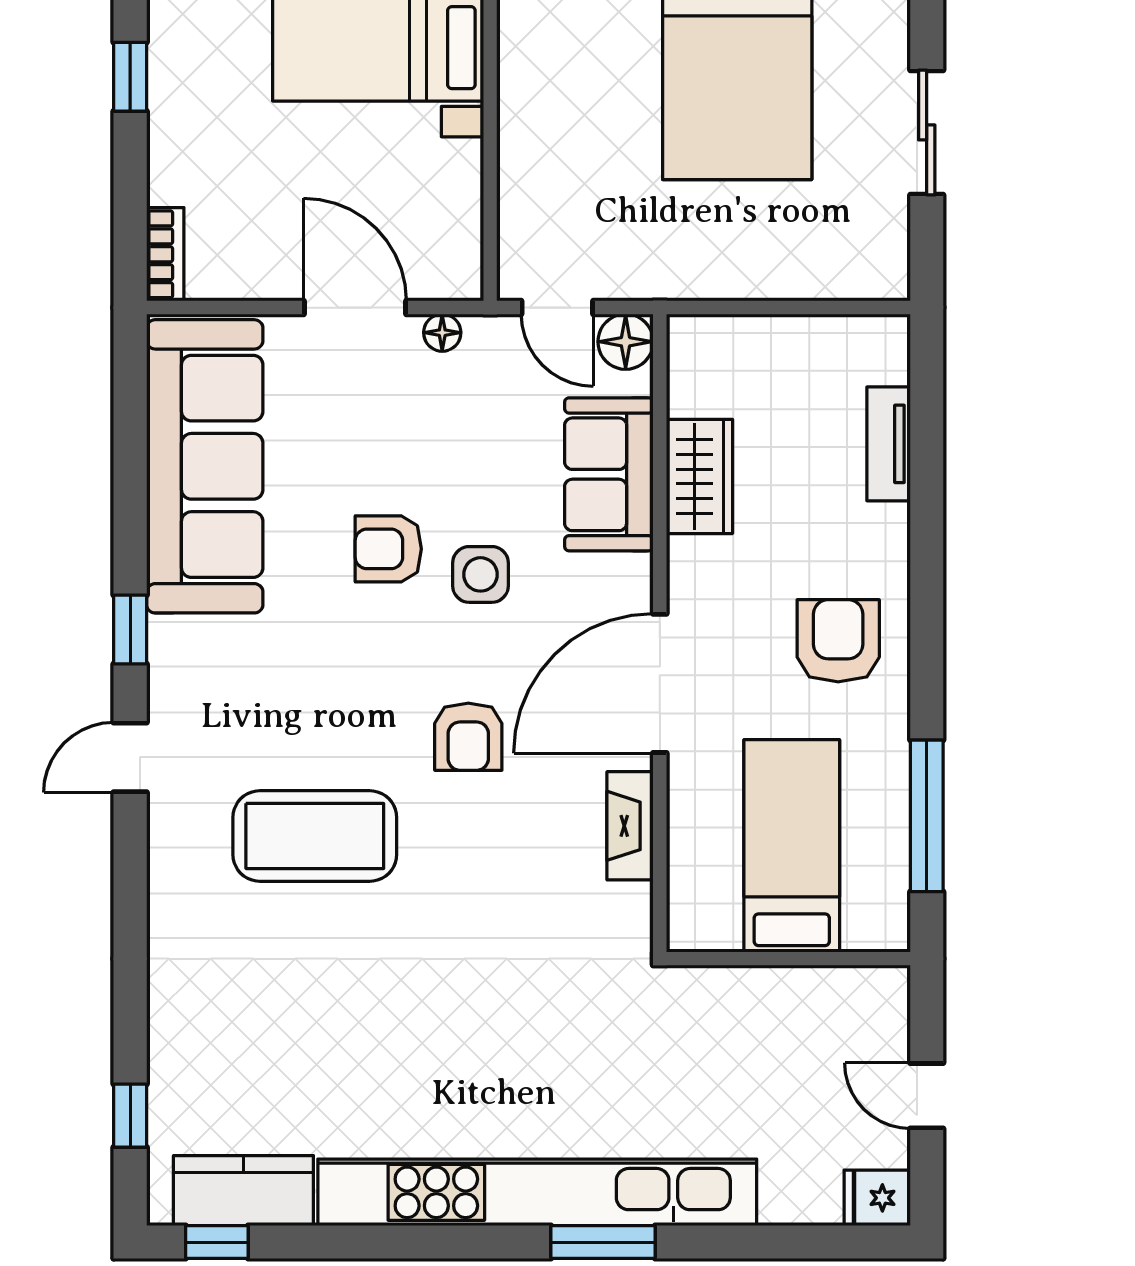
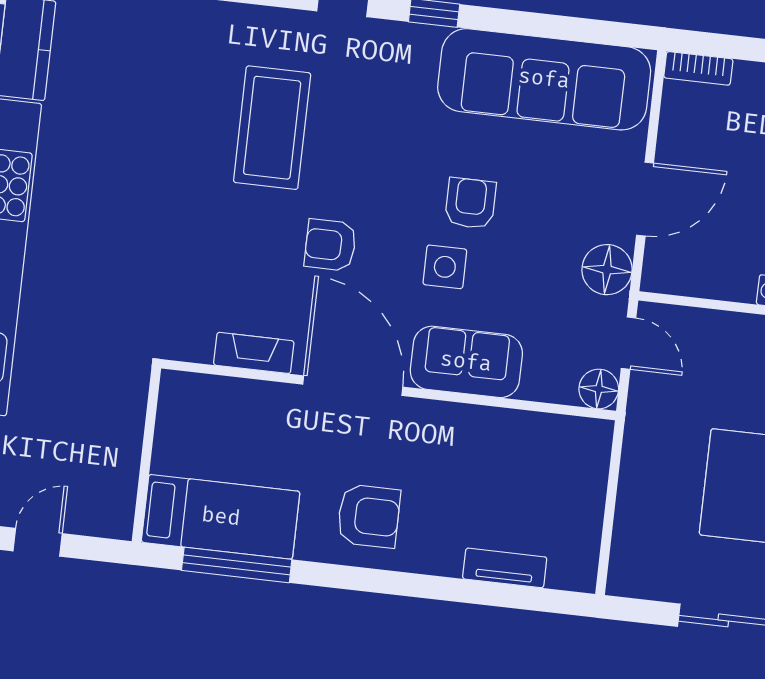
door: (557, 308) -> (629, 343), swing flipped
floor lamp: (442, 333) -> (607, 270), width x1.89, depth x1.89
sofa: (609, 474) -> (466, 362), moved
wardrobe: (699, 476) -> (497, 431), removed
bed: (792, 846) -> (221, 517), moved

